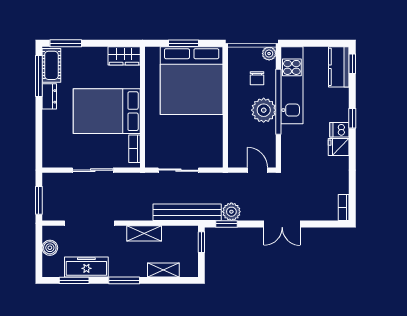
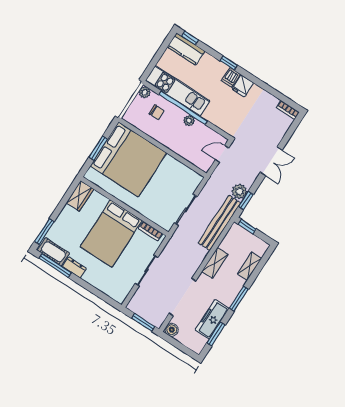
plant: (264, 110) -> (189, 121), width x0.53, depth x0.53
boiler: (50, 248) -> (172, 330), moved

